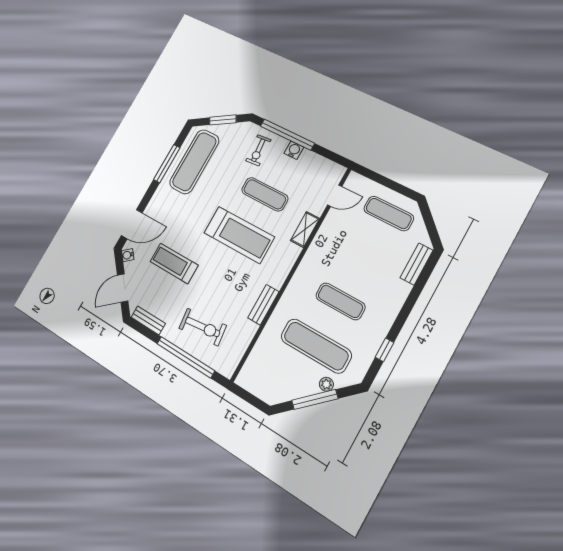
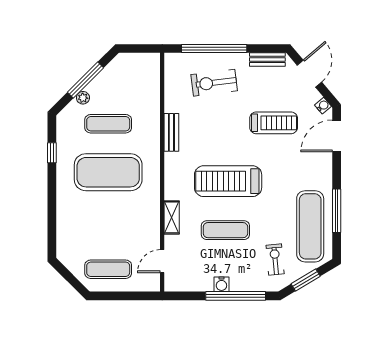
exercise bike: (258, 150) -> (275, 260), moved
bench: (416, 264) -> (63, 238), removed
exercise mat: (340, 301) -> (108, 172), width x2.00, depth x1.45
exercise mat: (316, 346) -> (108, 124), width x0.73, depth x0.69

